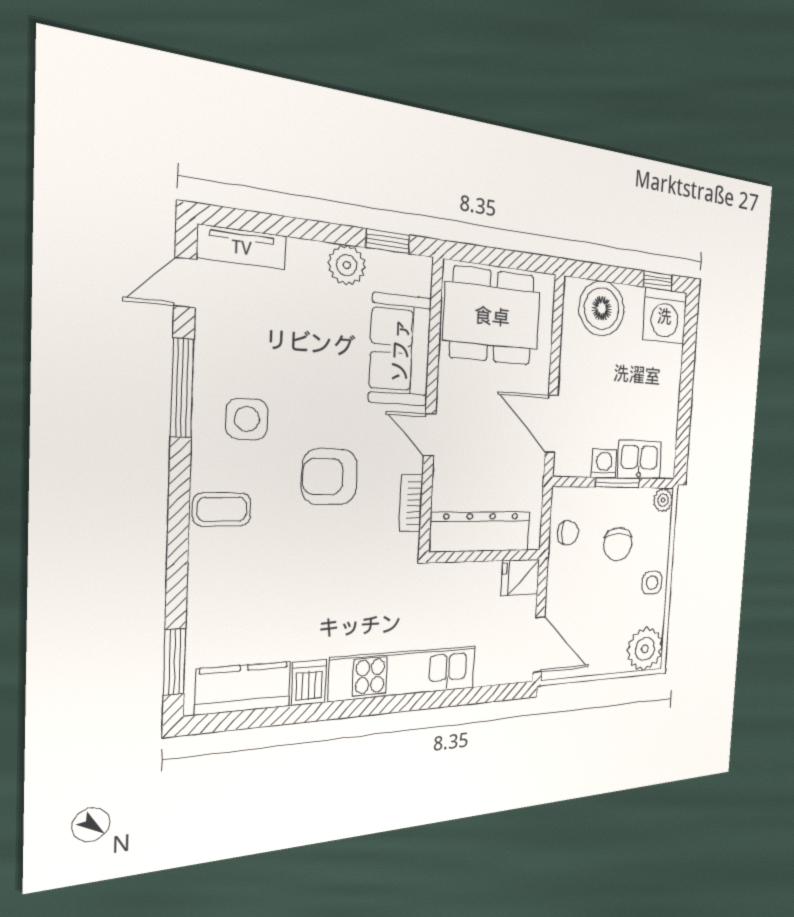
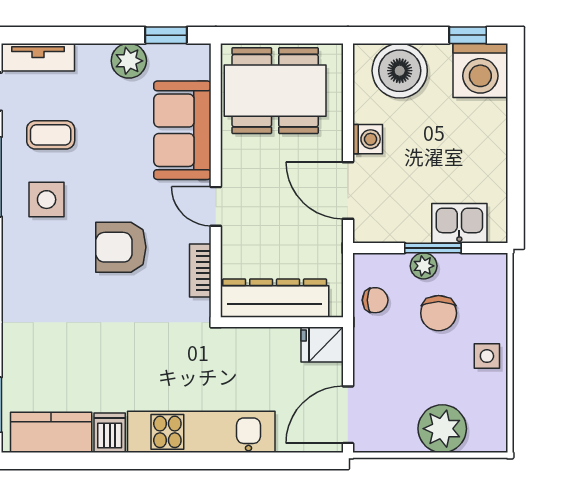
washing machine: (604, 464) -> (368, 139), moved, turned 90
plant: (663, 500) -> (424, 266), moved
coffee table: (222, 509) -> (51, 135), moved
door: (539, 645) -> (348, 415), swing flipped
plant: (645, 649) -> (442, 429), moved

